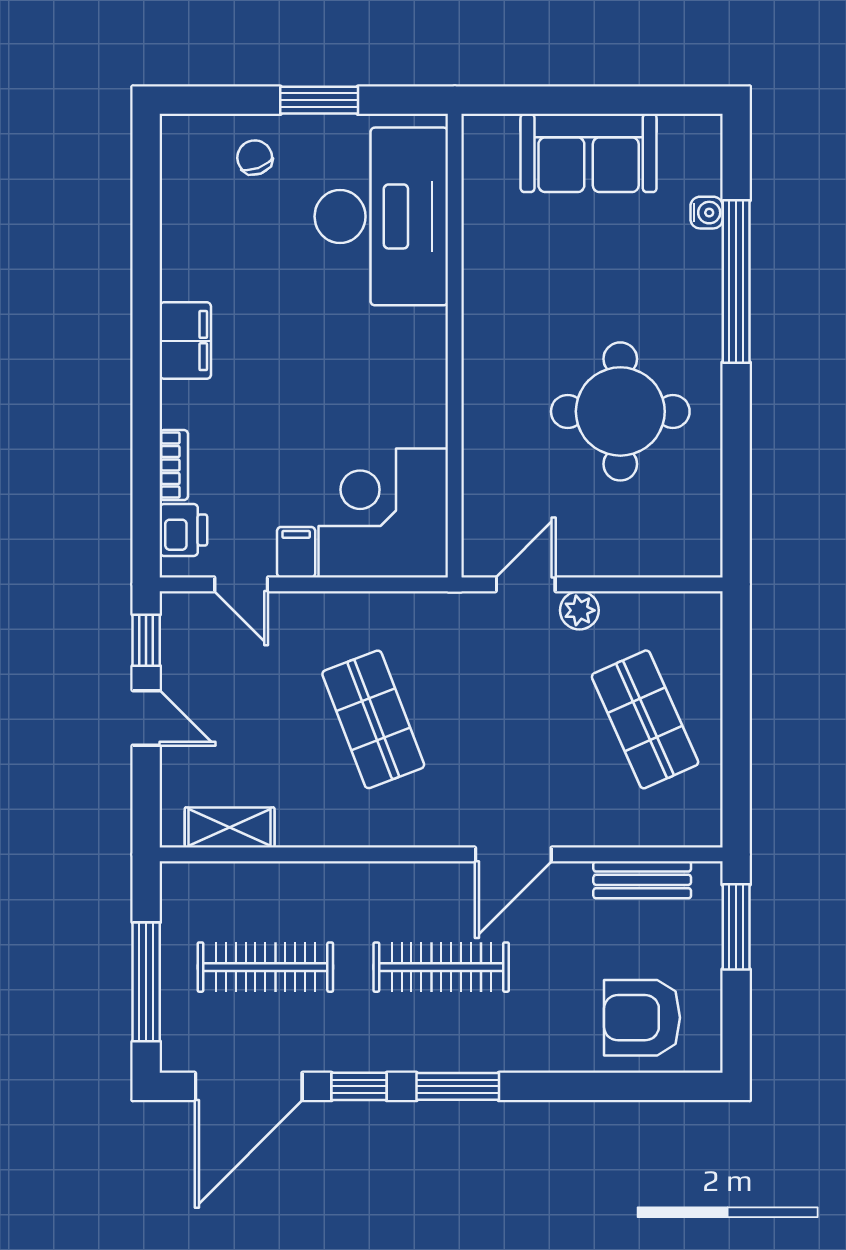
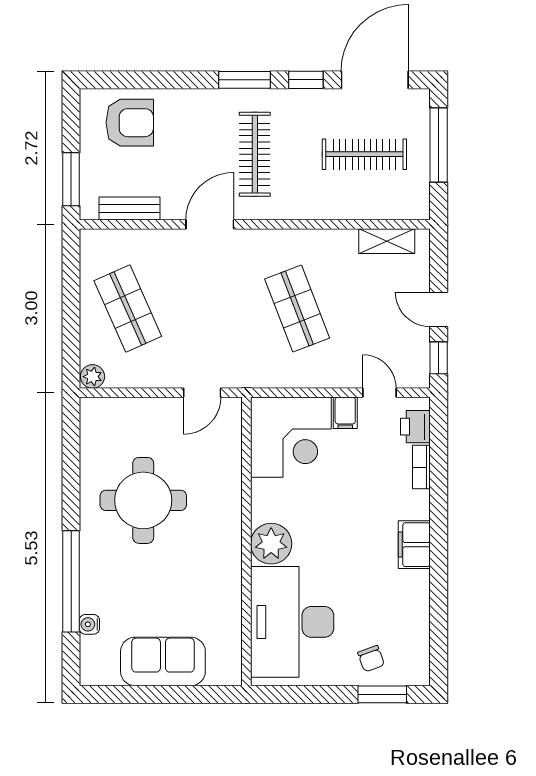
window: (319, 100) -> (382, 694), moved
plant: (415, 342) -> (271, 544), added
plant: (579, 610) -> (93, 377), moved
clothes rail: (441, 967) -> (255, 154), turned 90

